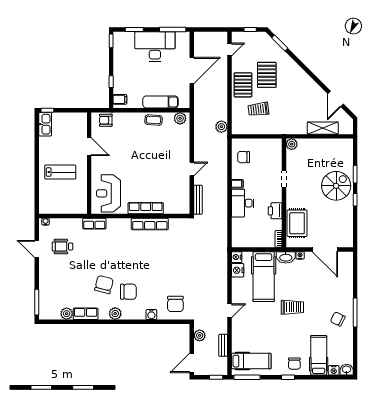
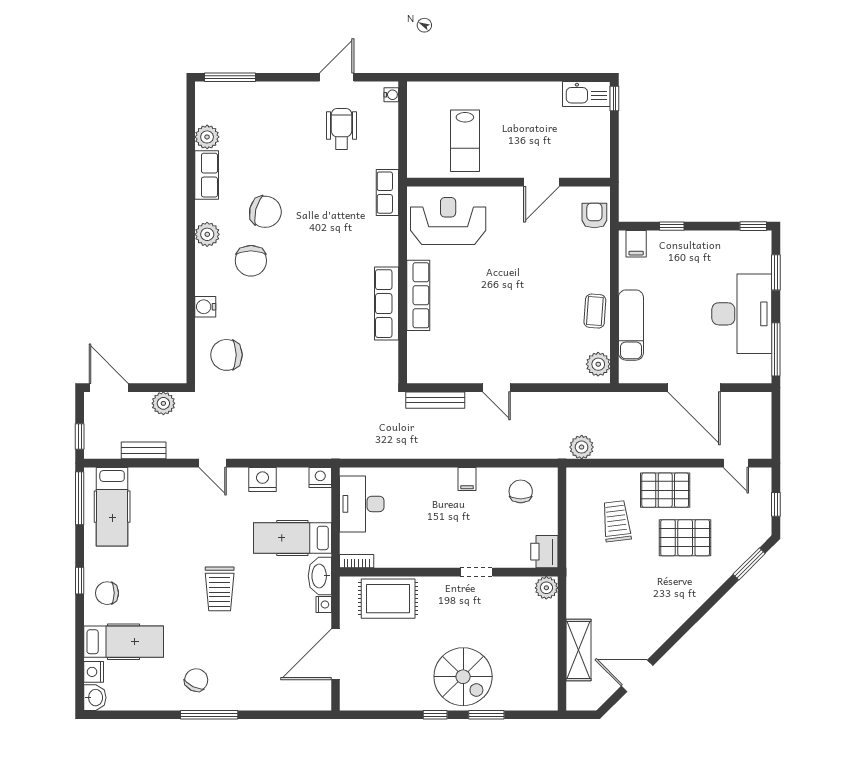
lab bench: (60, 172) -> (465, 141), moved
desk: (243, 203) -> (362, 504), moved, turned -90
printer: (275, 211) -> (544, 552), moved, turned -90
nightstand: (238, 270) -> (262, 480), moved
hospital bed: (264, 277) -> (292, 538), width x0.73, depth x0.78

